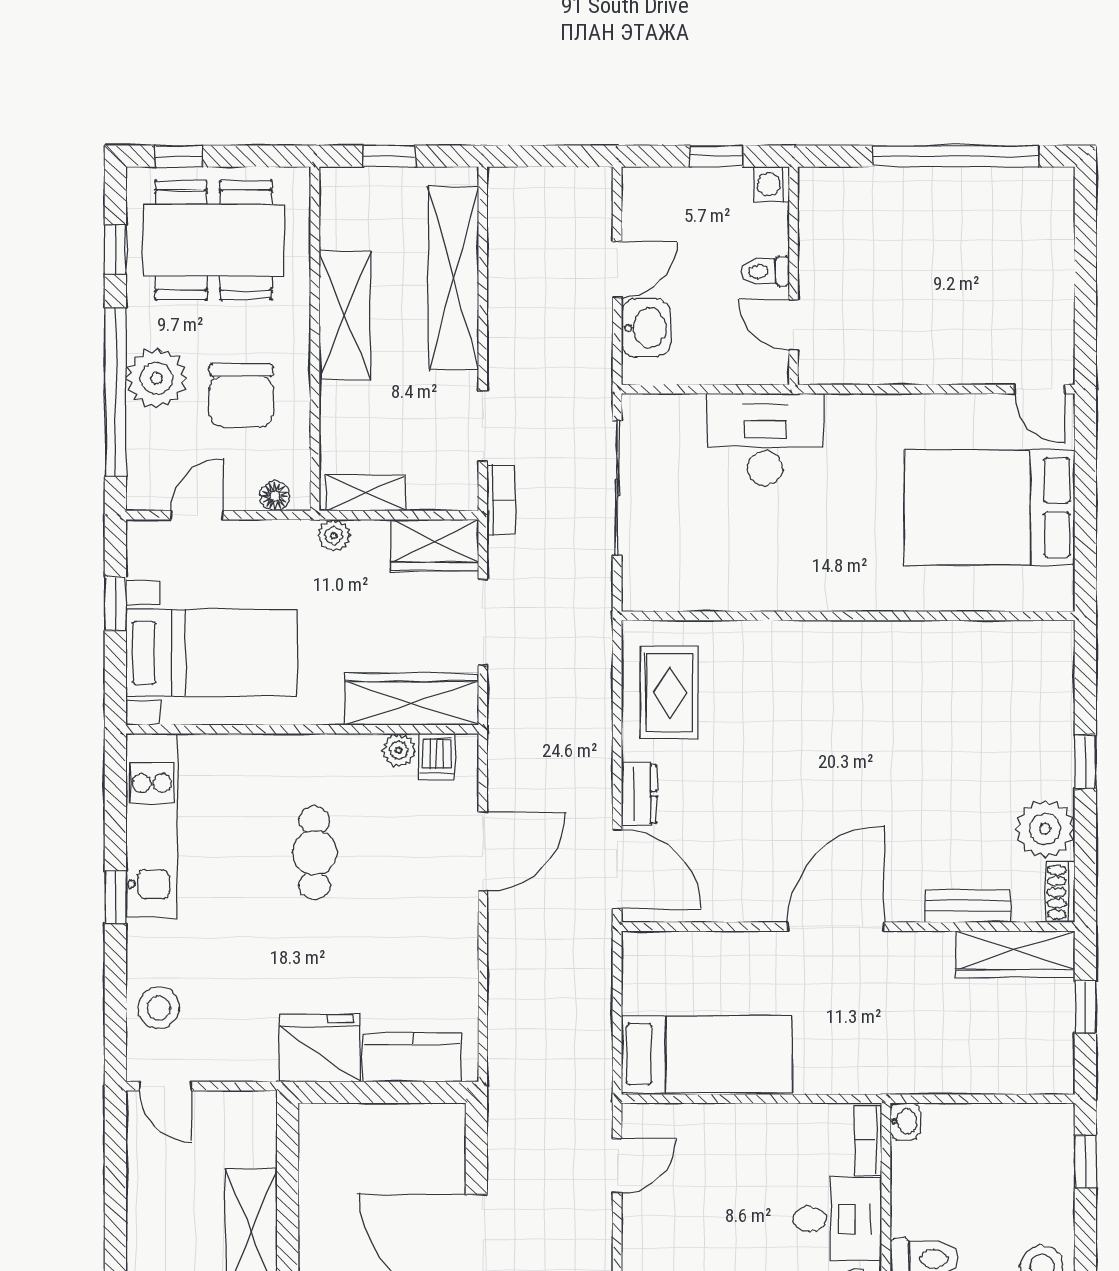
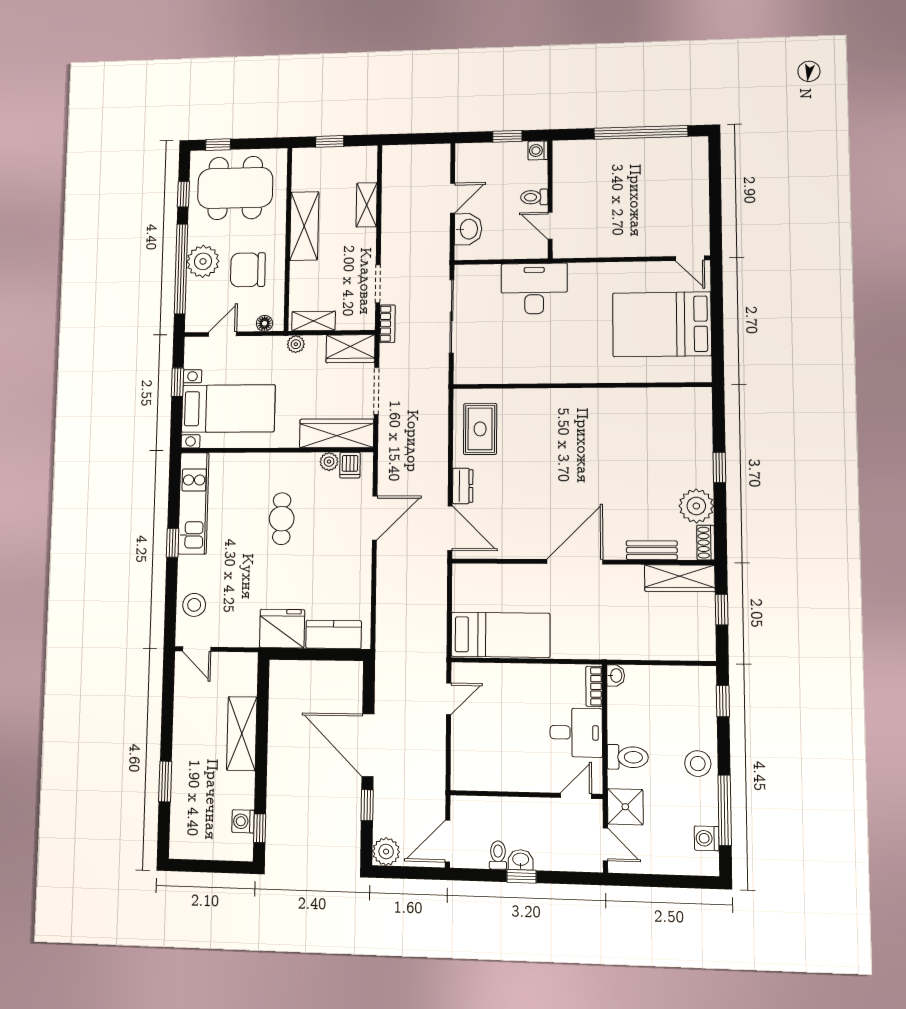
shelving: (454, 278) -> (367, 205), width x0.45, depth x0.75
chair: (241, 396) -> (248, 270), turned 90

